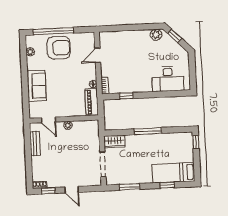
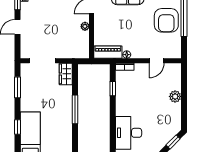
plant: (156, 35) -> (175, 96), moved
door: (98, 55) -> (156, 61), swing flipped

